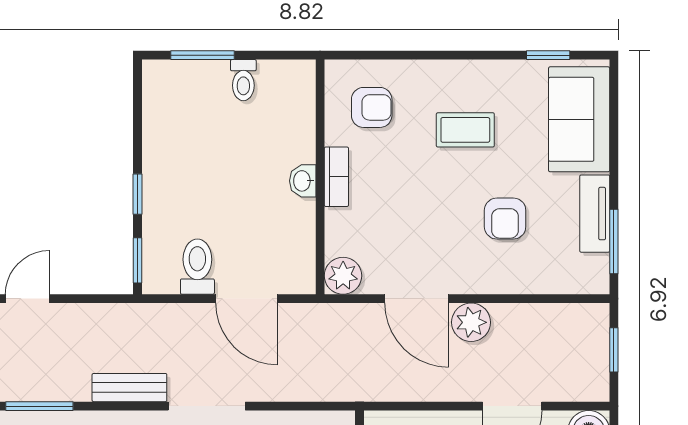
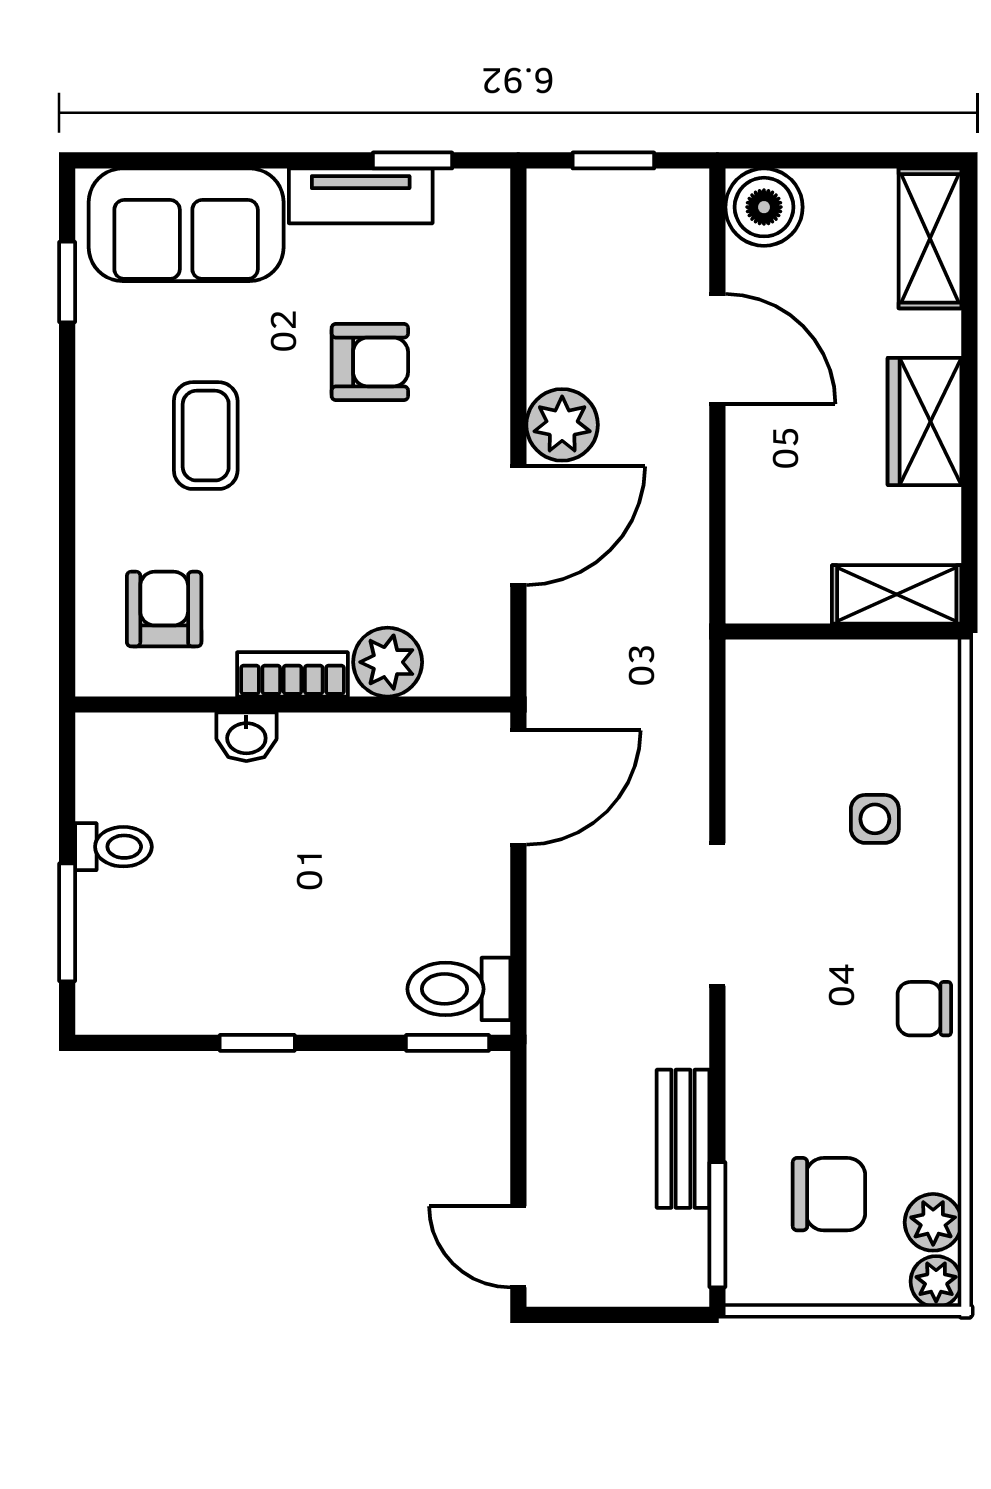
washbasin: (303, 181) -> (246, 737), moved
window: (137, 194) -> (257, 1043), moved
window: (614, 242) -> (413, 160), width x0.67
toilet: (197, 267) -> (459, 989), moved
plant: (343, 276) -> (388, 662), moved
door: (246, 299) -> (518, 788), moved
bench: (129, 388) -> (683, 1139), moved

